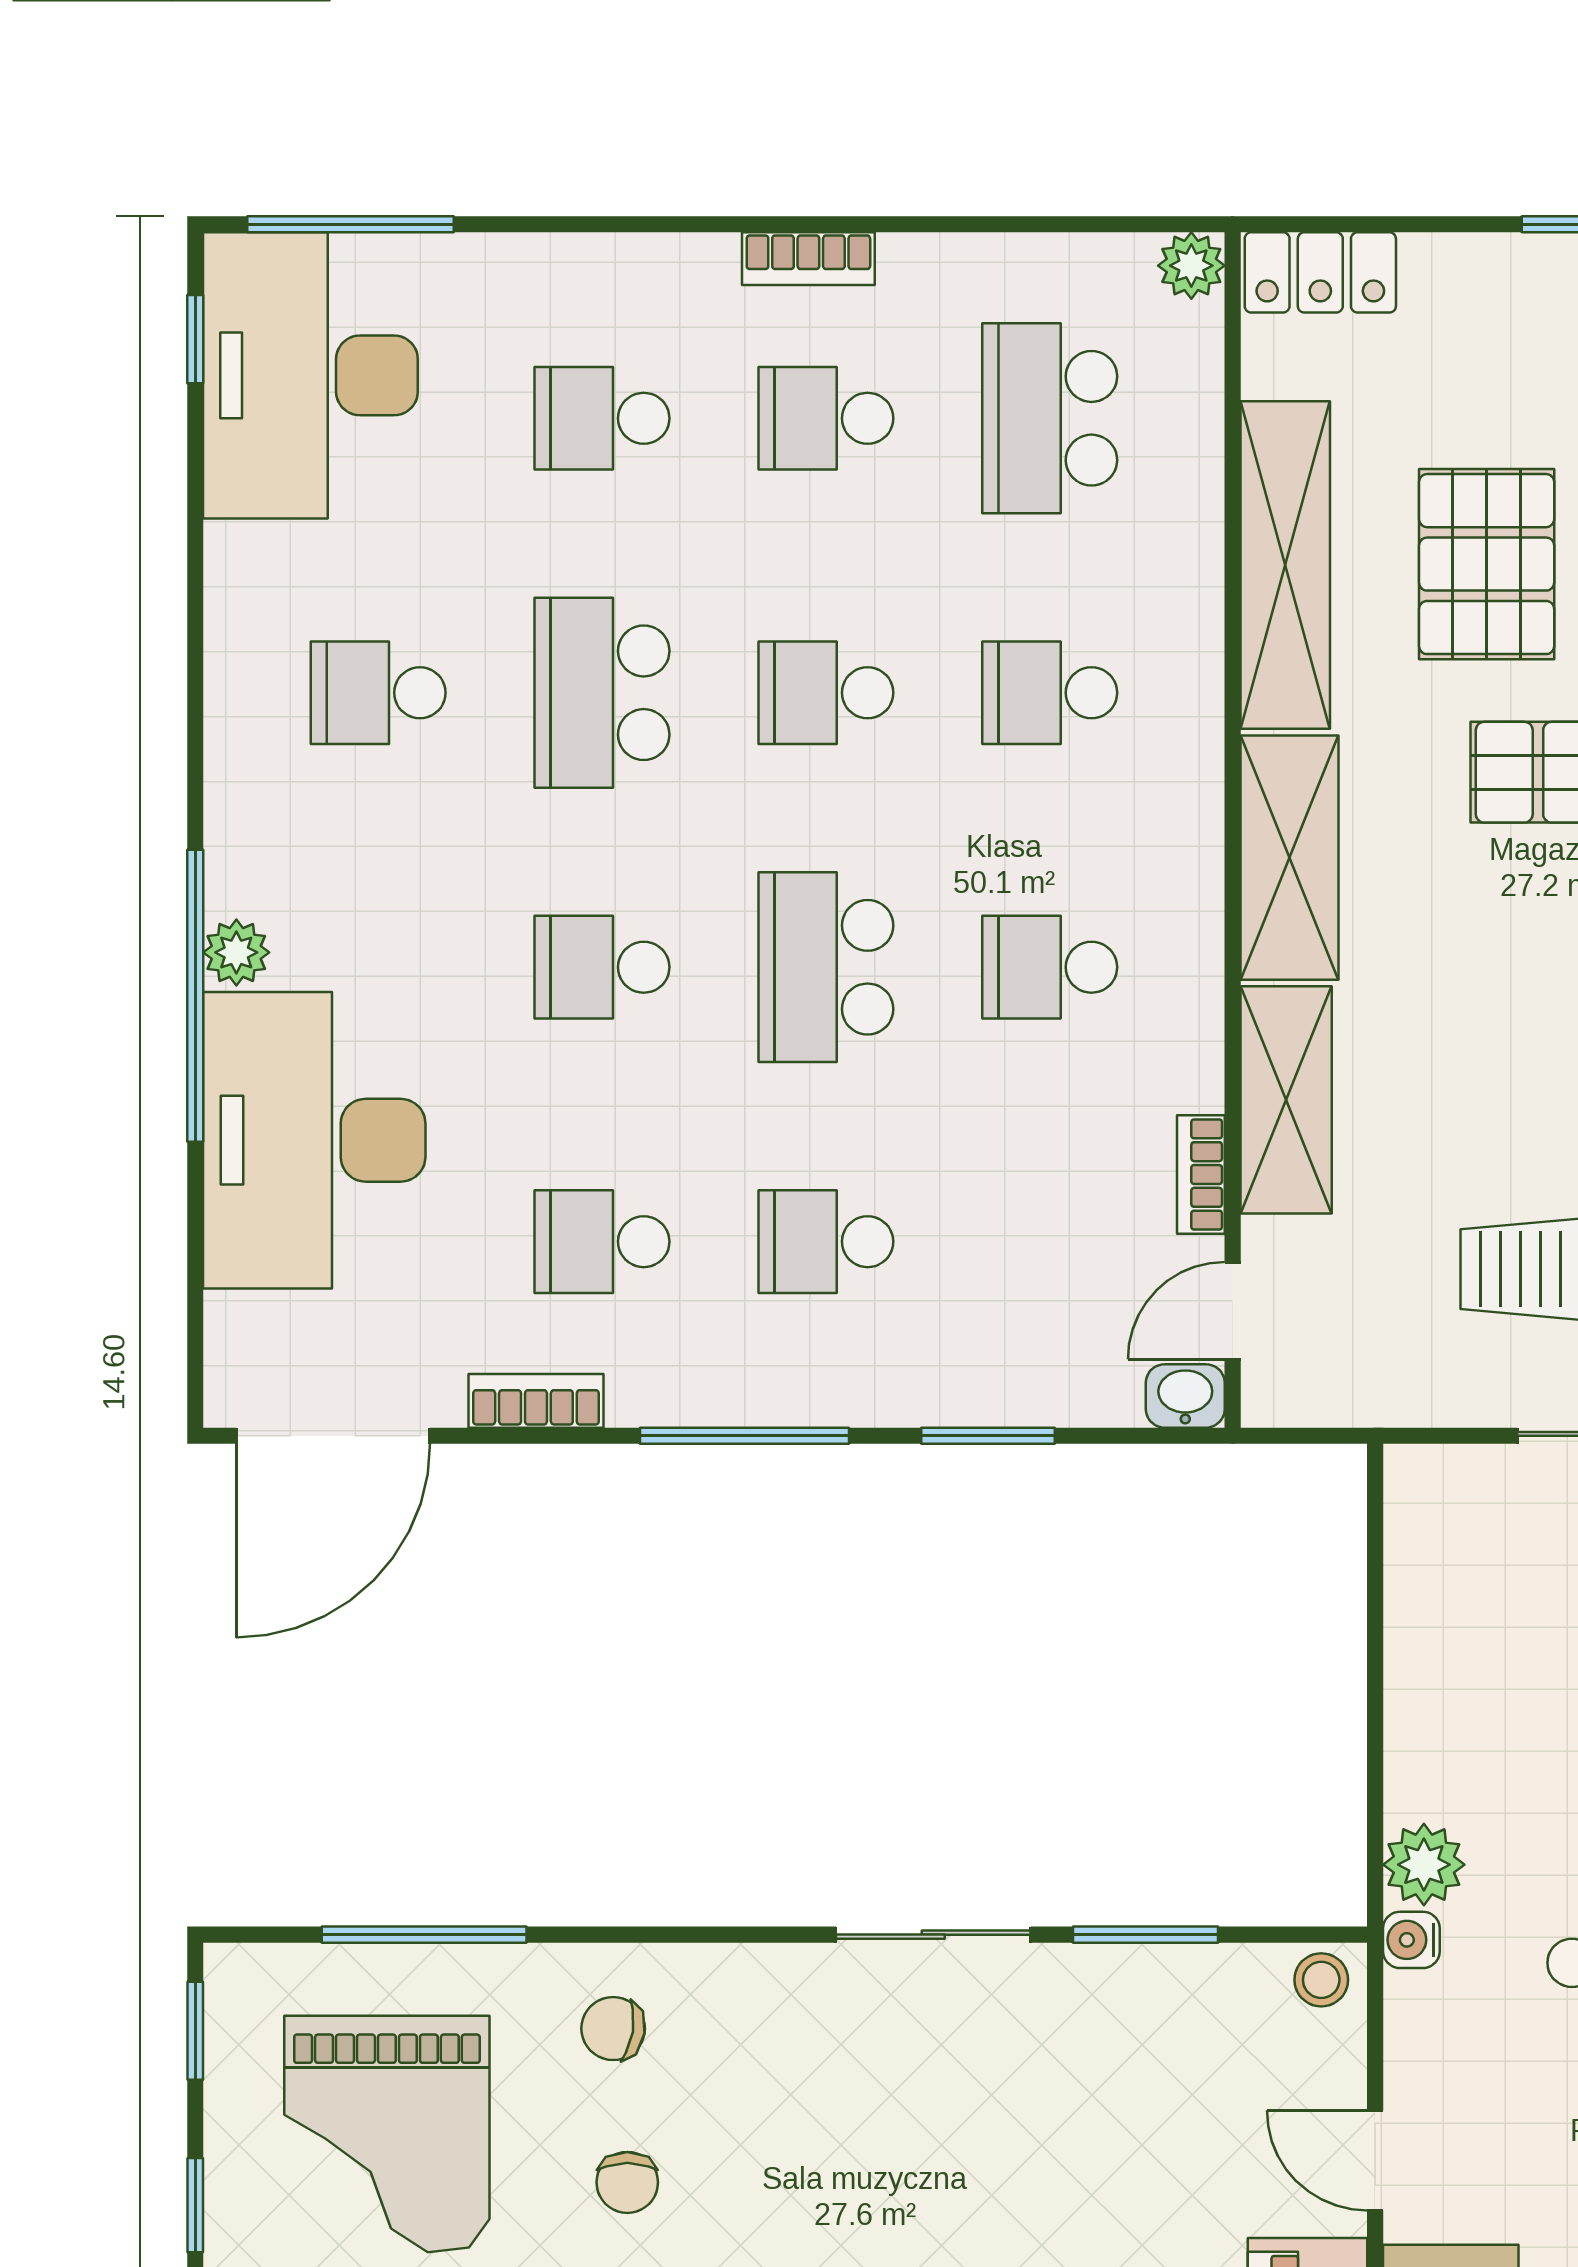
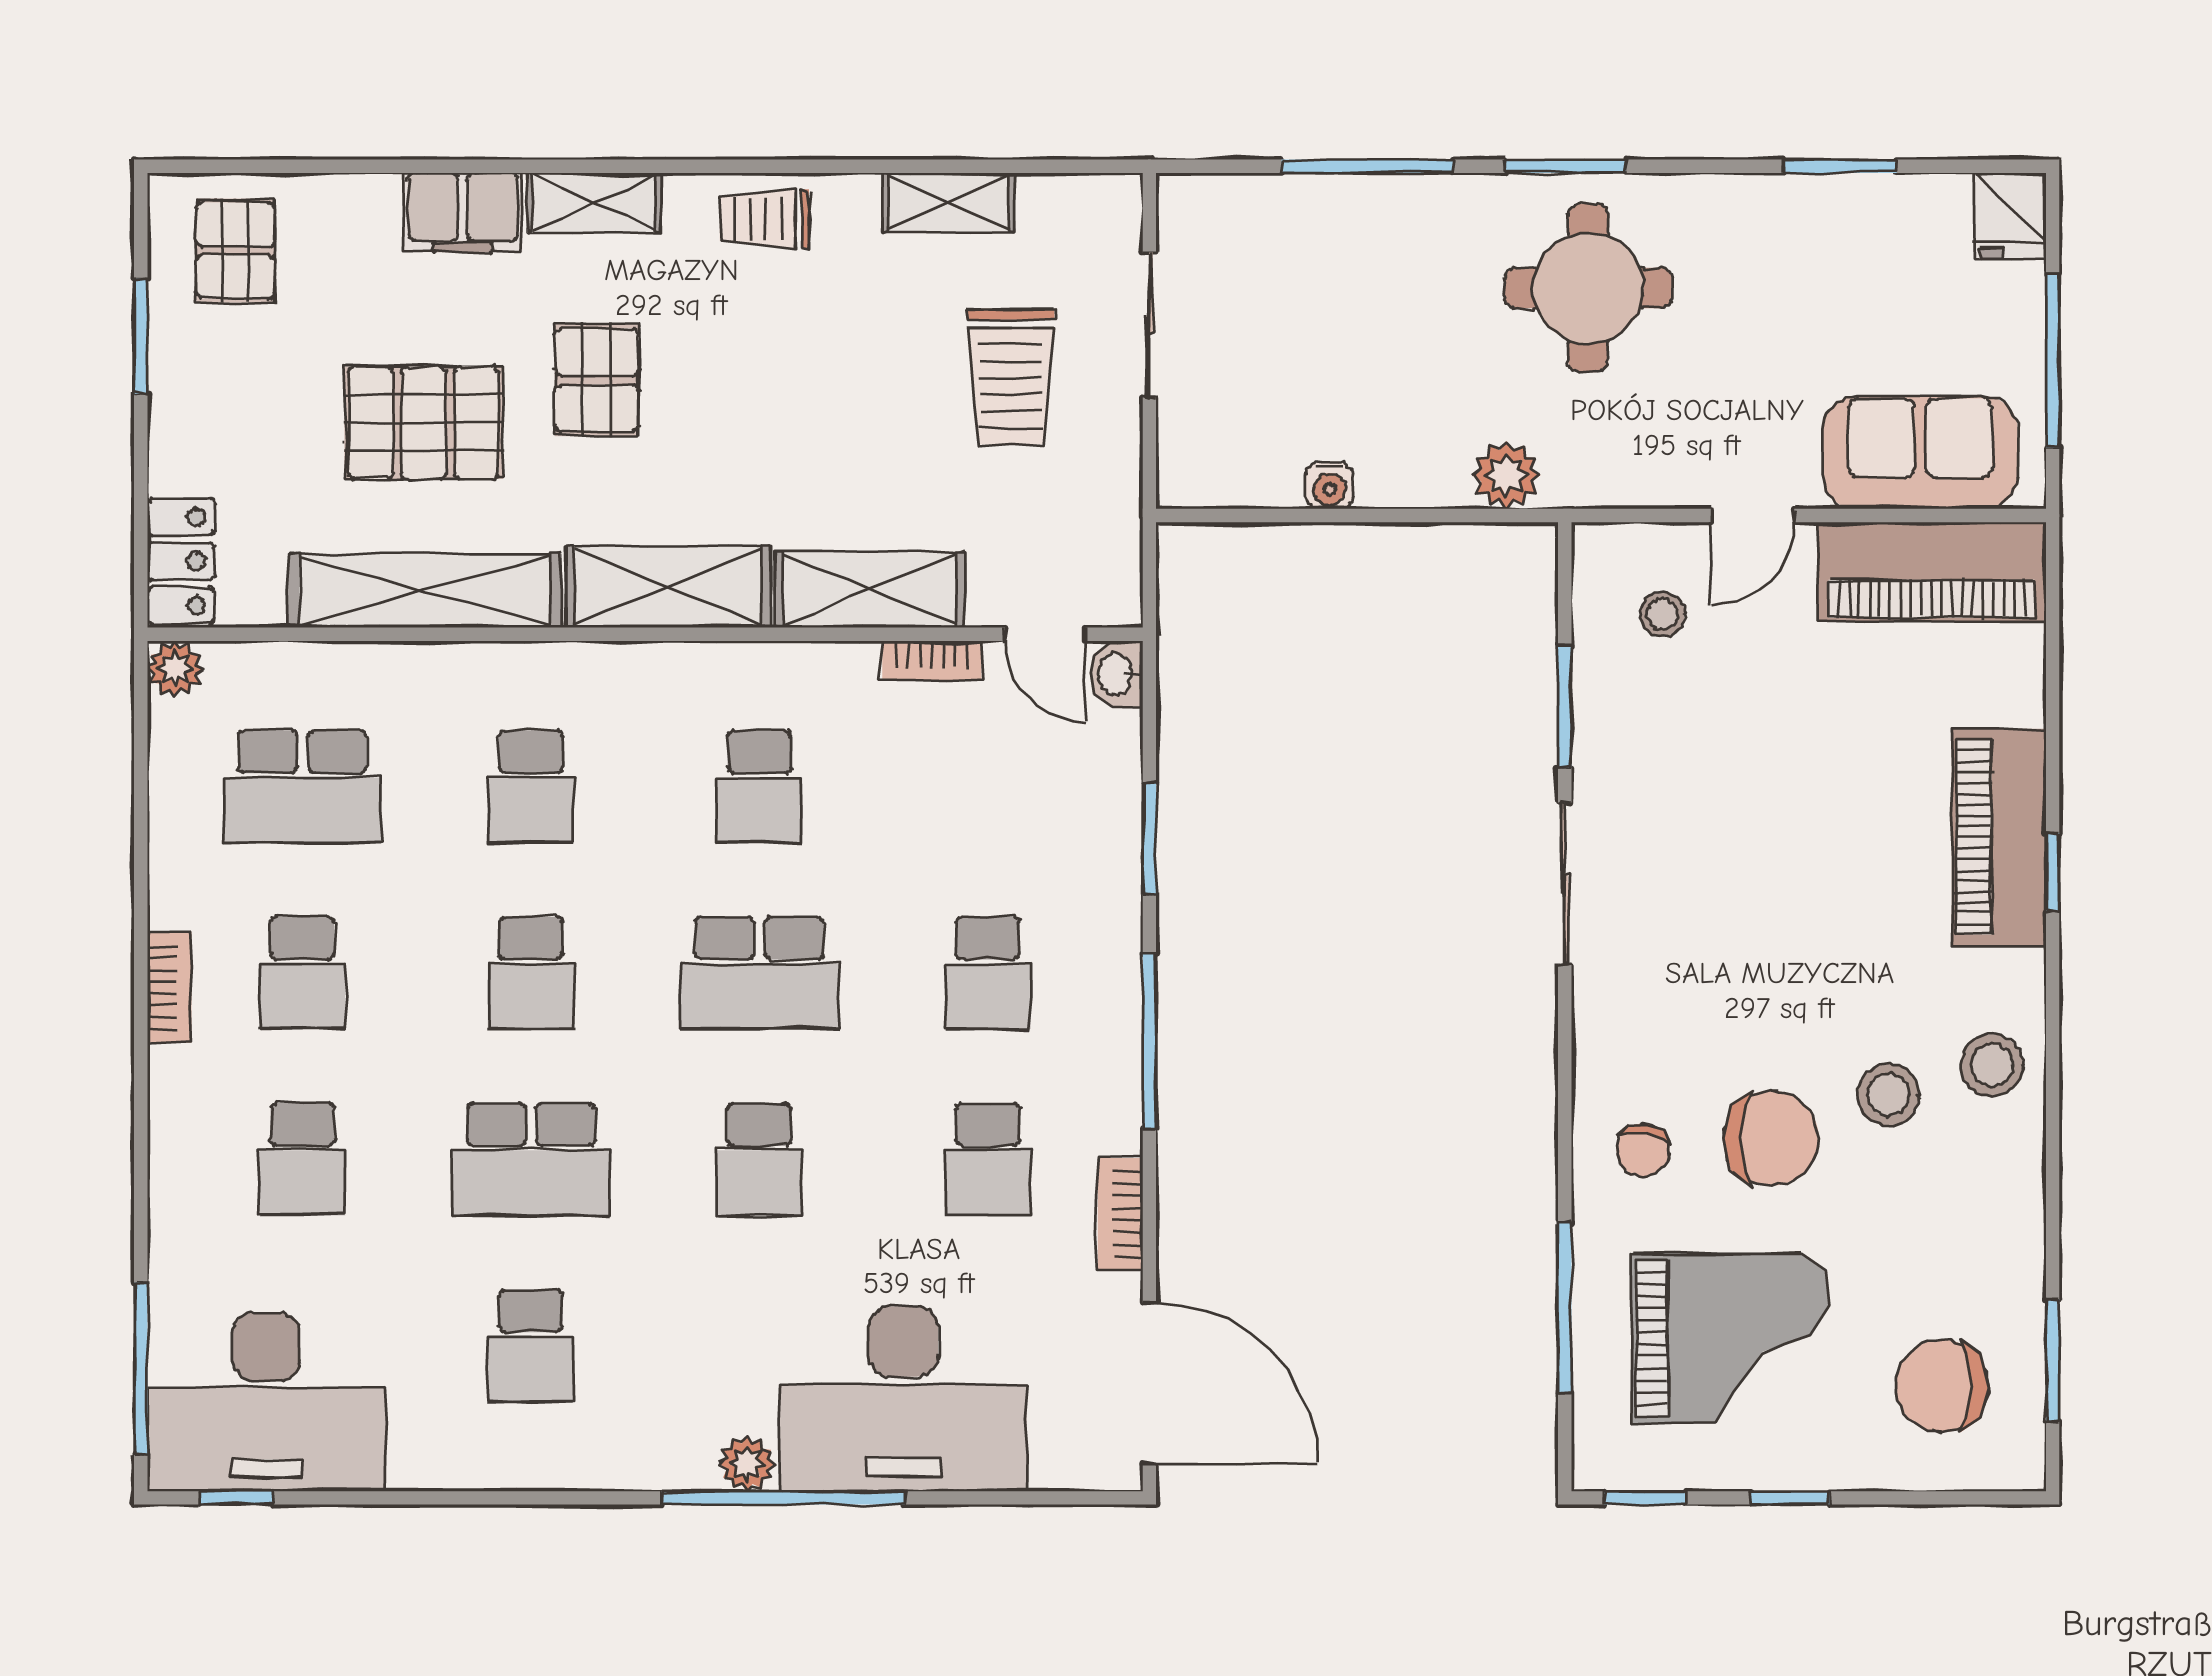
water cooler: (1411, 1940) -> (1329, 485), moved
stool: (1321, 1980) -> (1662, 614), moved
chair: (627, 2182) -> (1771, 1138), width x1.87, depth x1.87

